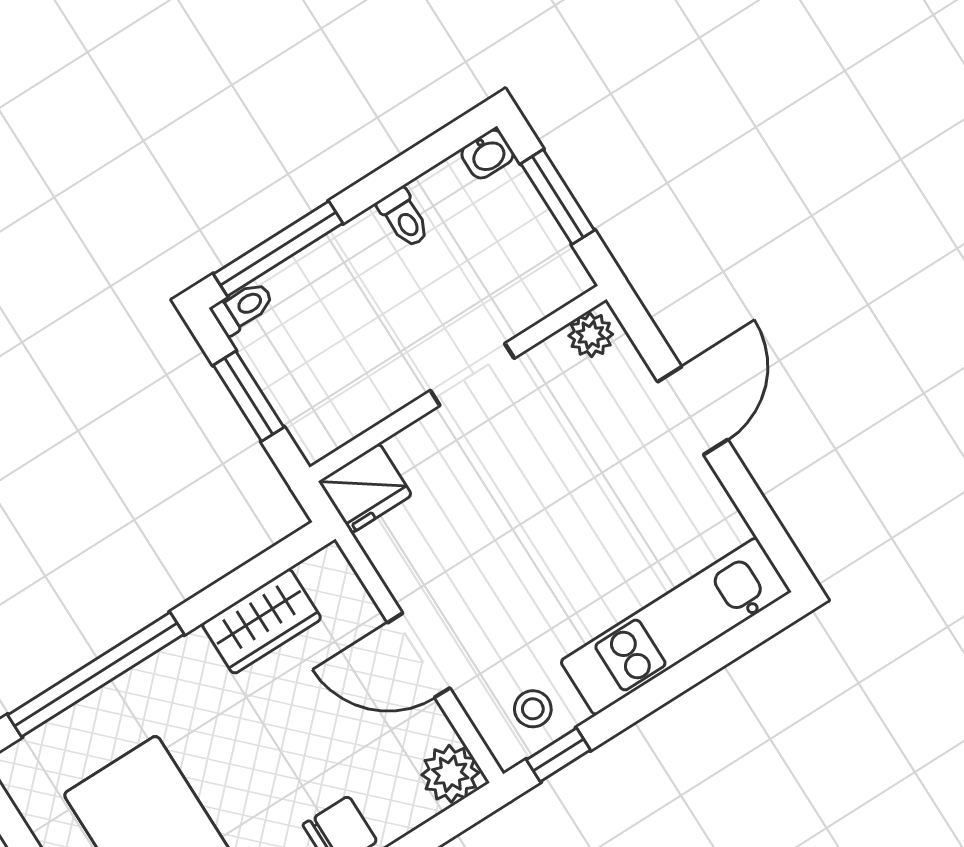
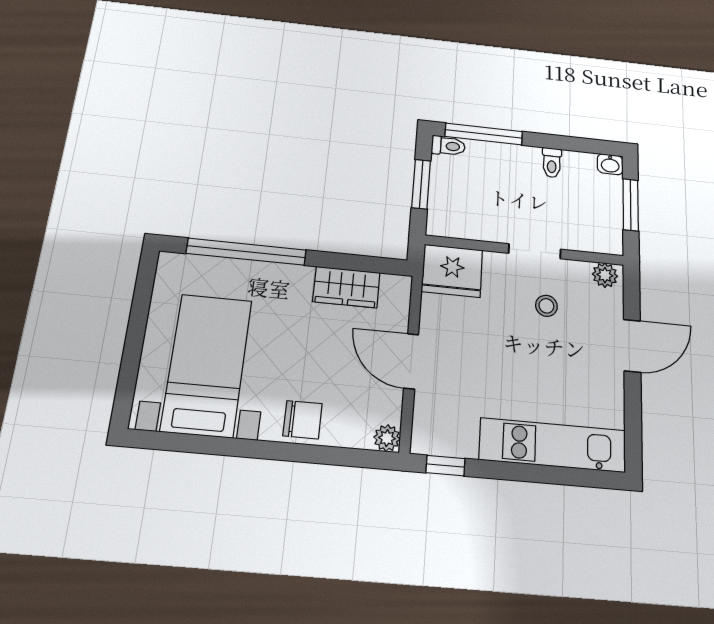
fridge: (365, 488) -> (452, 271), width x1.36, depth x1.34
stool: (533, 709) -> (546, 306), moved
plant: (450, 774) -> (387, 438), width x0.73, depth x0.73

